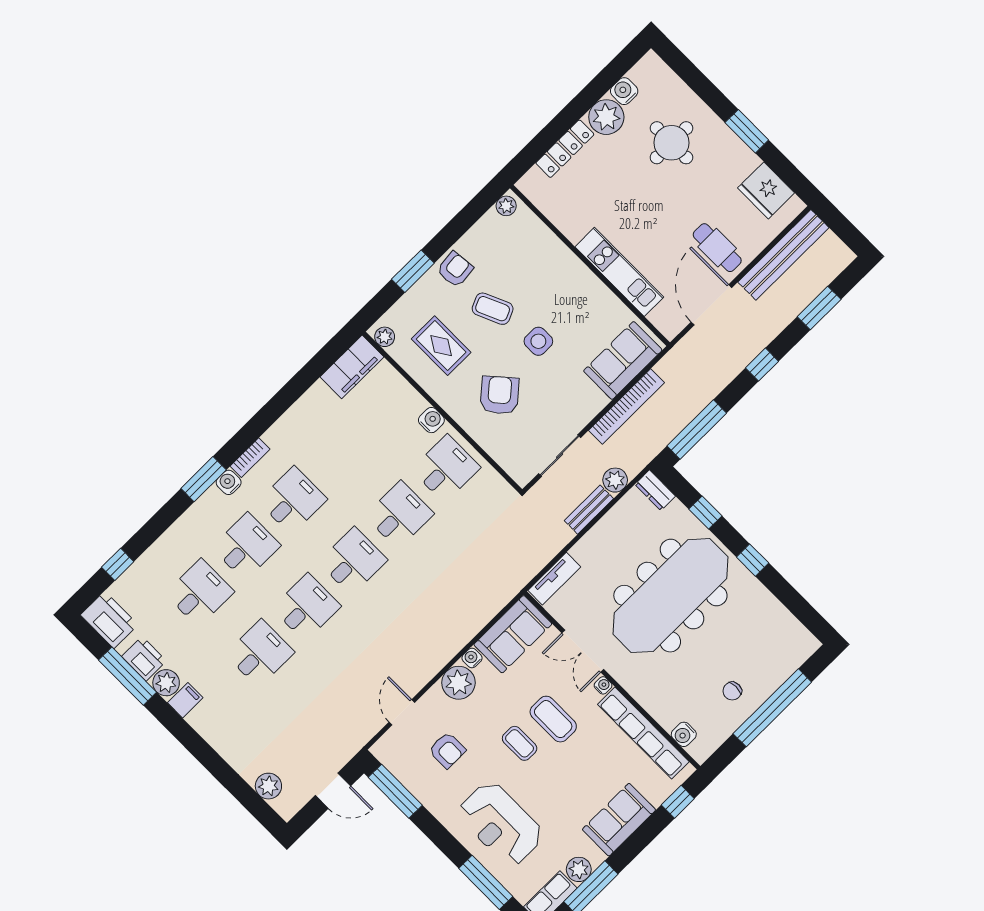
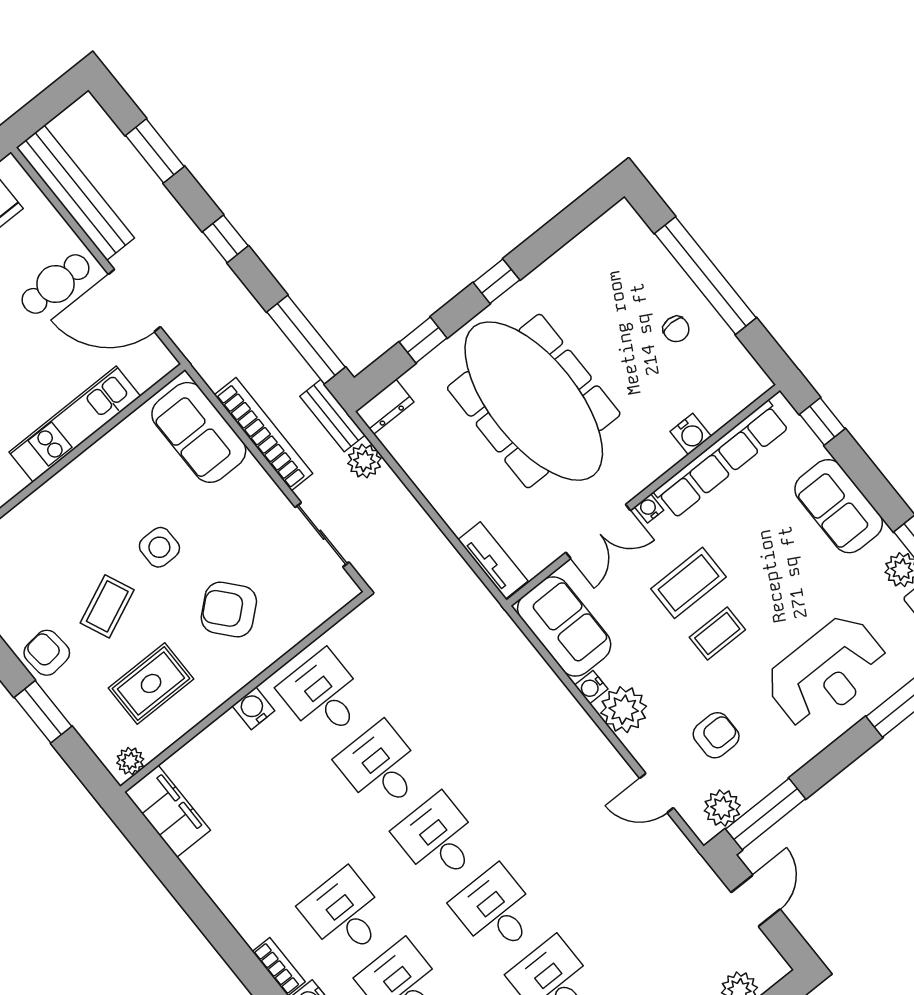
bench: (589, 510) -> (333, 416), moved
water cooler: (684, 734) -> (691, 434), moved
plant: (396, 760) -> (722, 808), added

